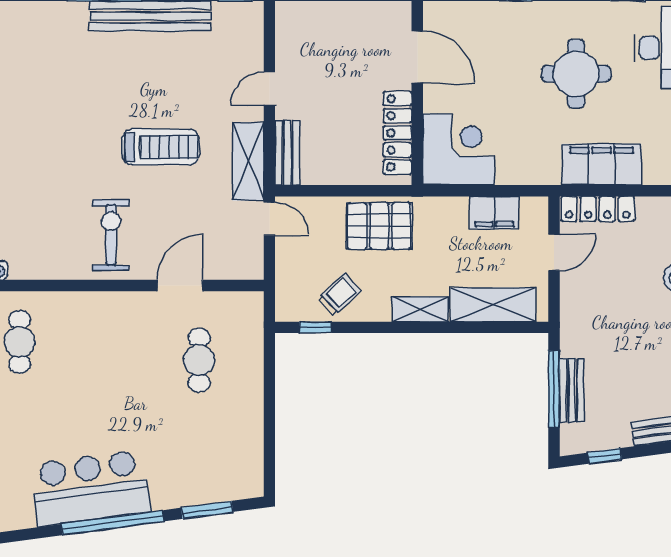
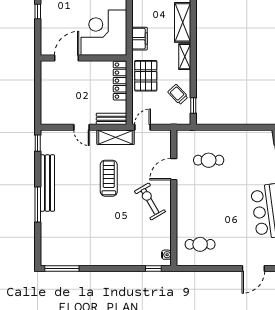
locker: (398, 133) -> (120, 81), moved, turned 90
corner desk: (458, 150) -> (104, 33), width x1.36, depth x1.36
filing cabinet: (494, 213) -> (140, 39), moved
exercise bike: (111, 235) -> (150, 201), turned 60
door: (180, 286) -> (174, 169), hinge flipped

